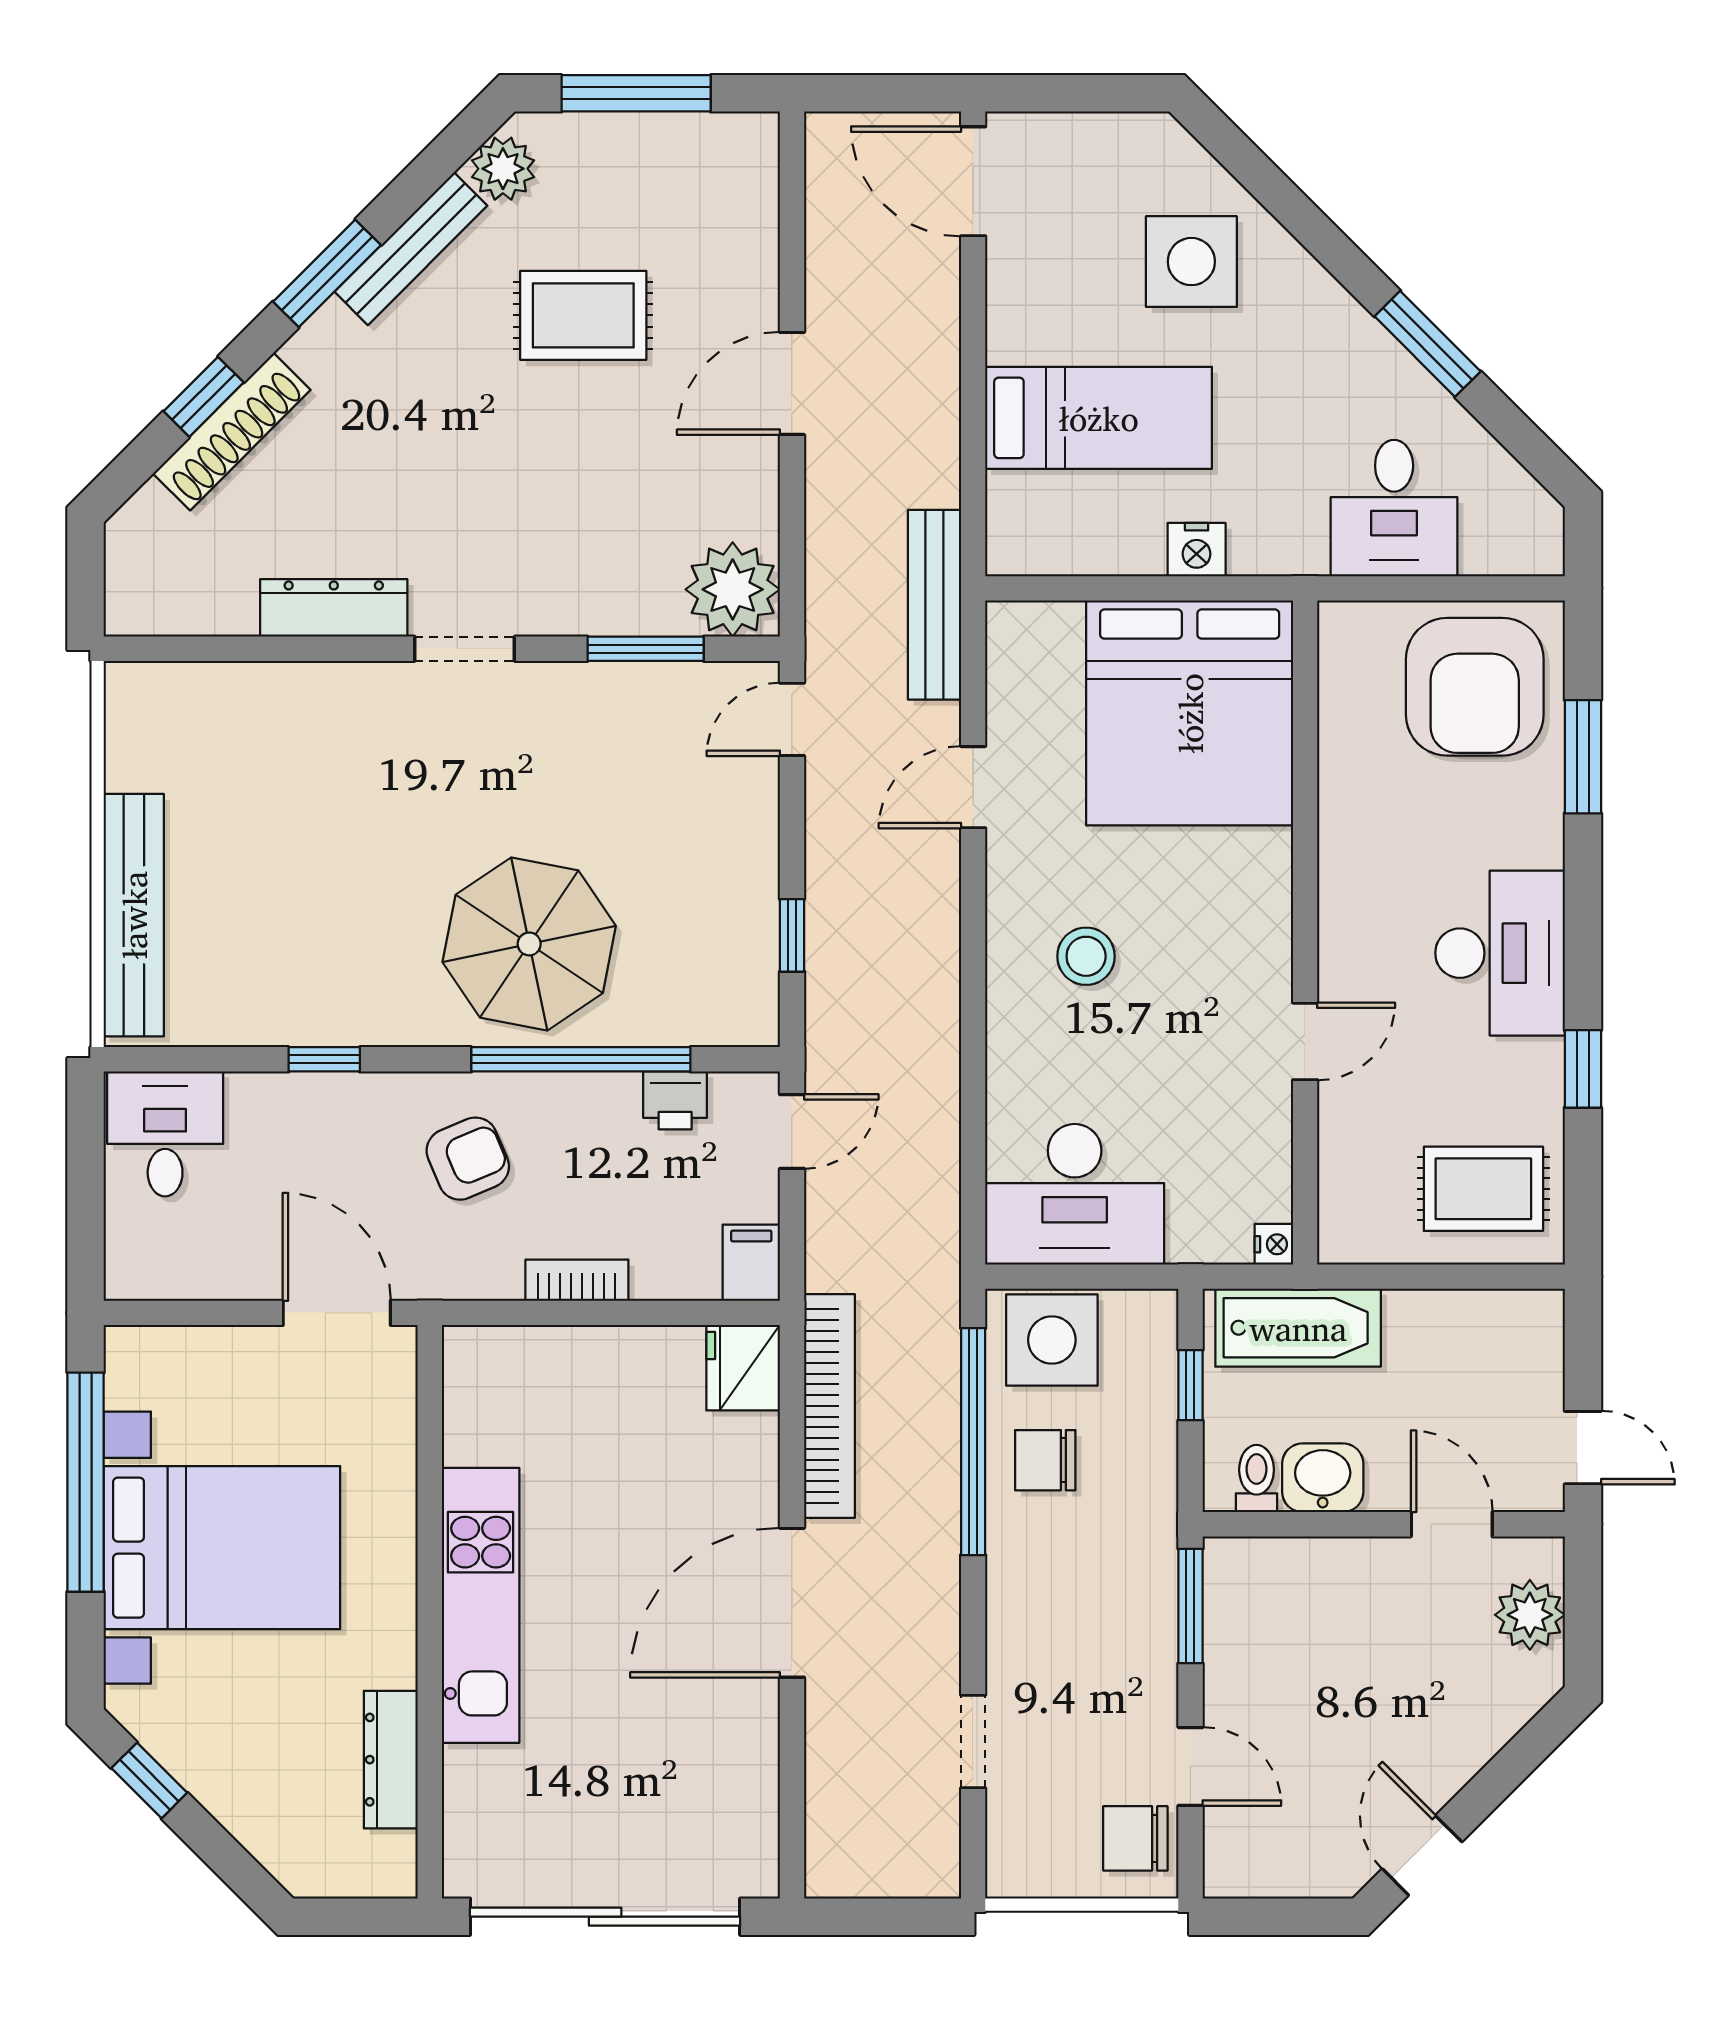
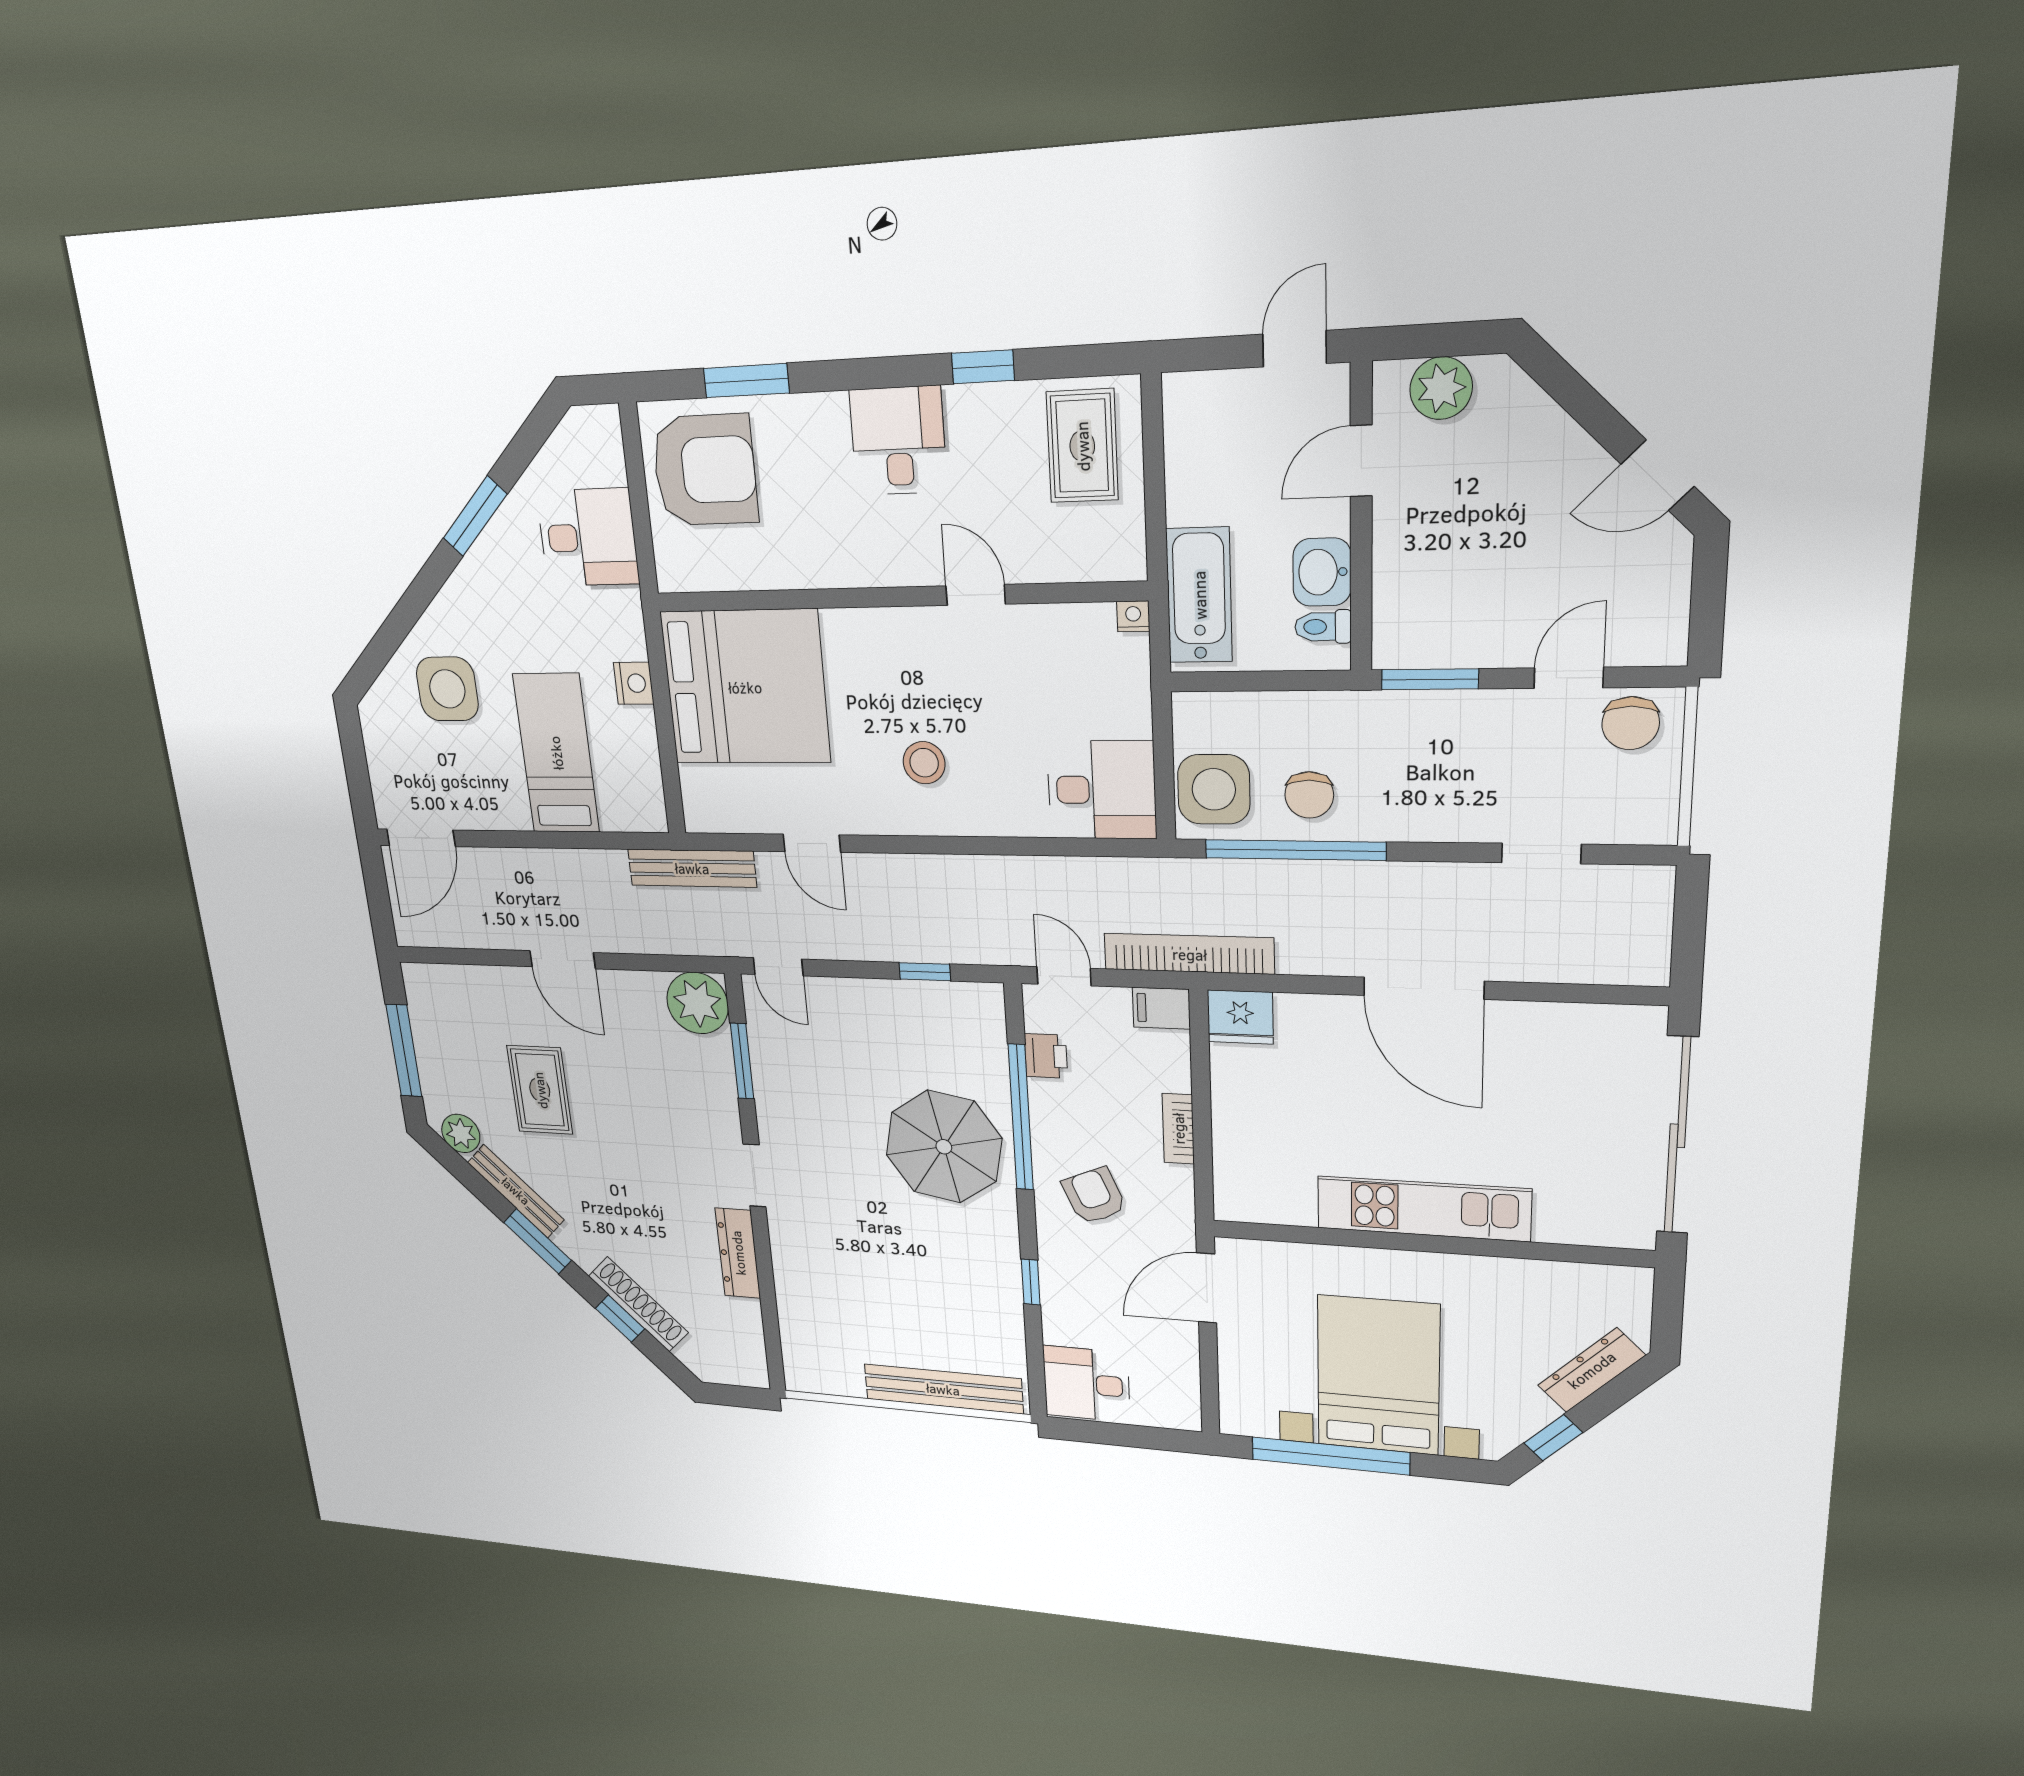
desk: (1500, 953) -> (898, 441), width x0.73
desk: (1075, 1194) -> (1102, 790), width x0.73
window: (1190, 1385) -> (1247, 681), removed
bookcase: (829, 1406) -> (1189, 954), moved
dresser: (391, 1760) -> (1591, 1370), moved, turned 135

